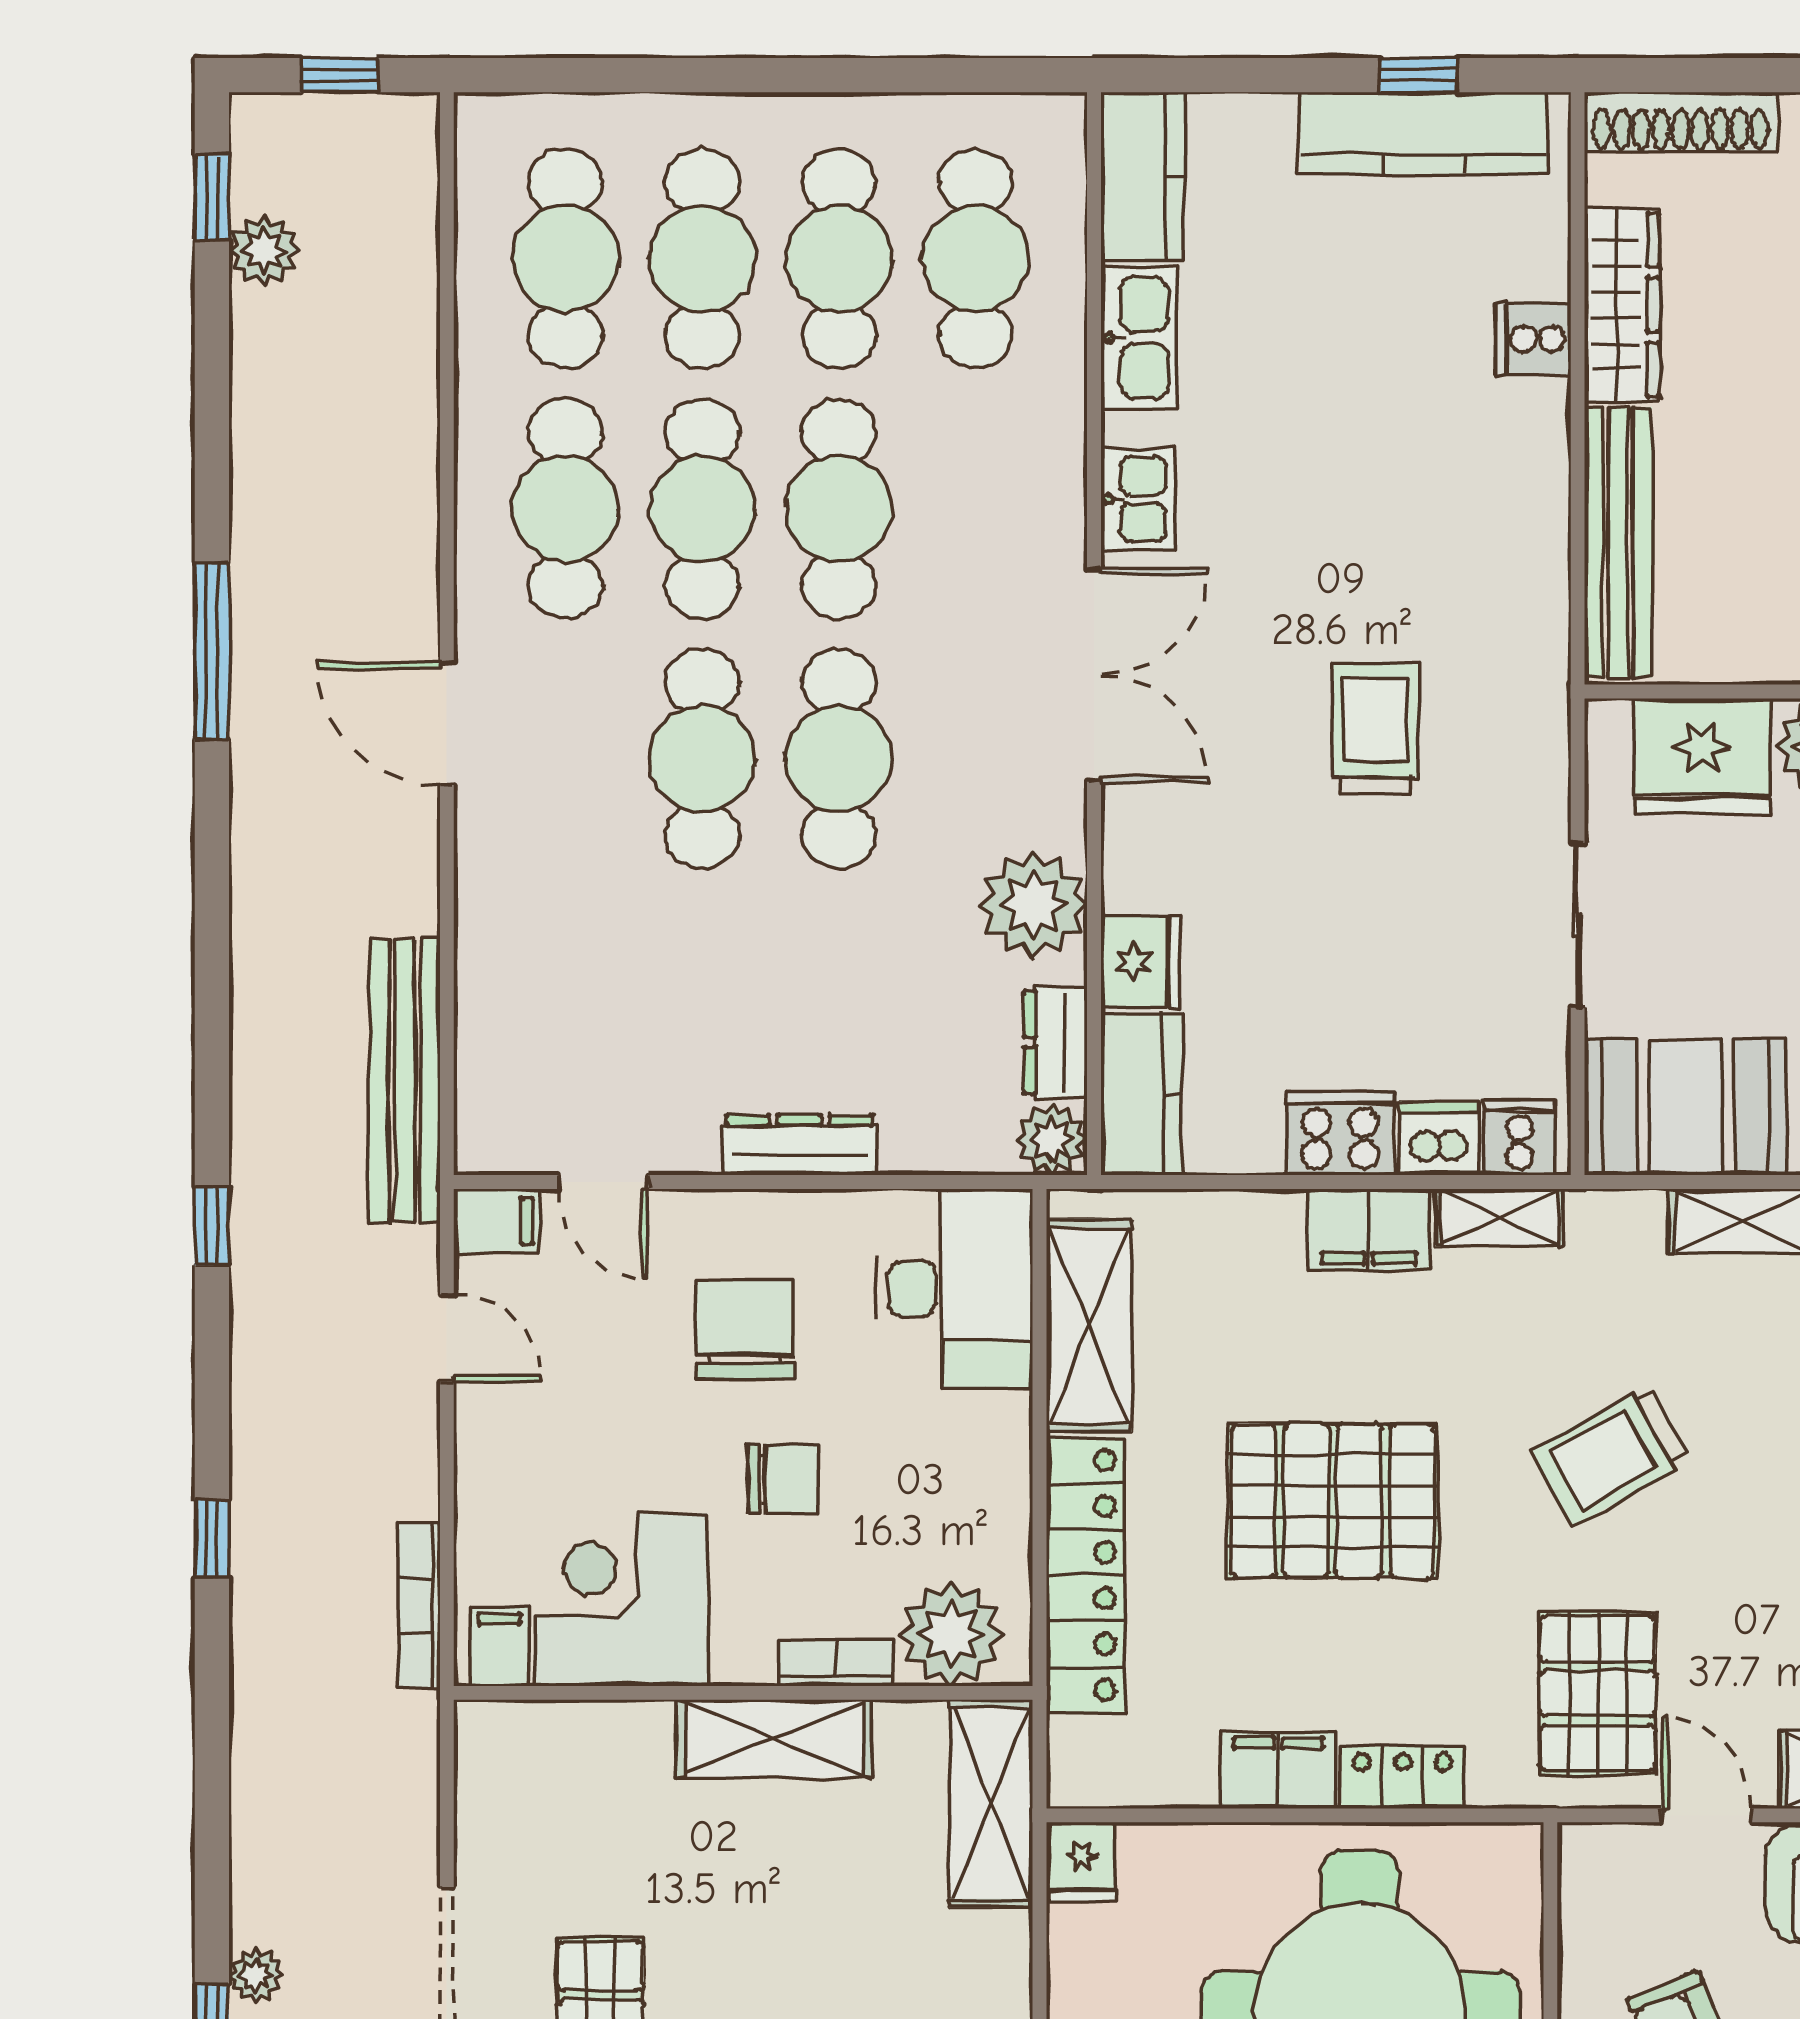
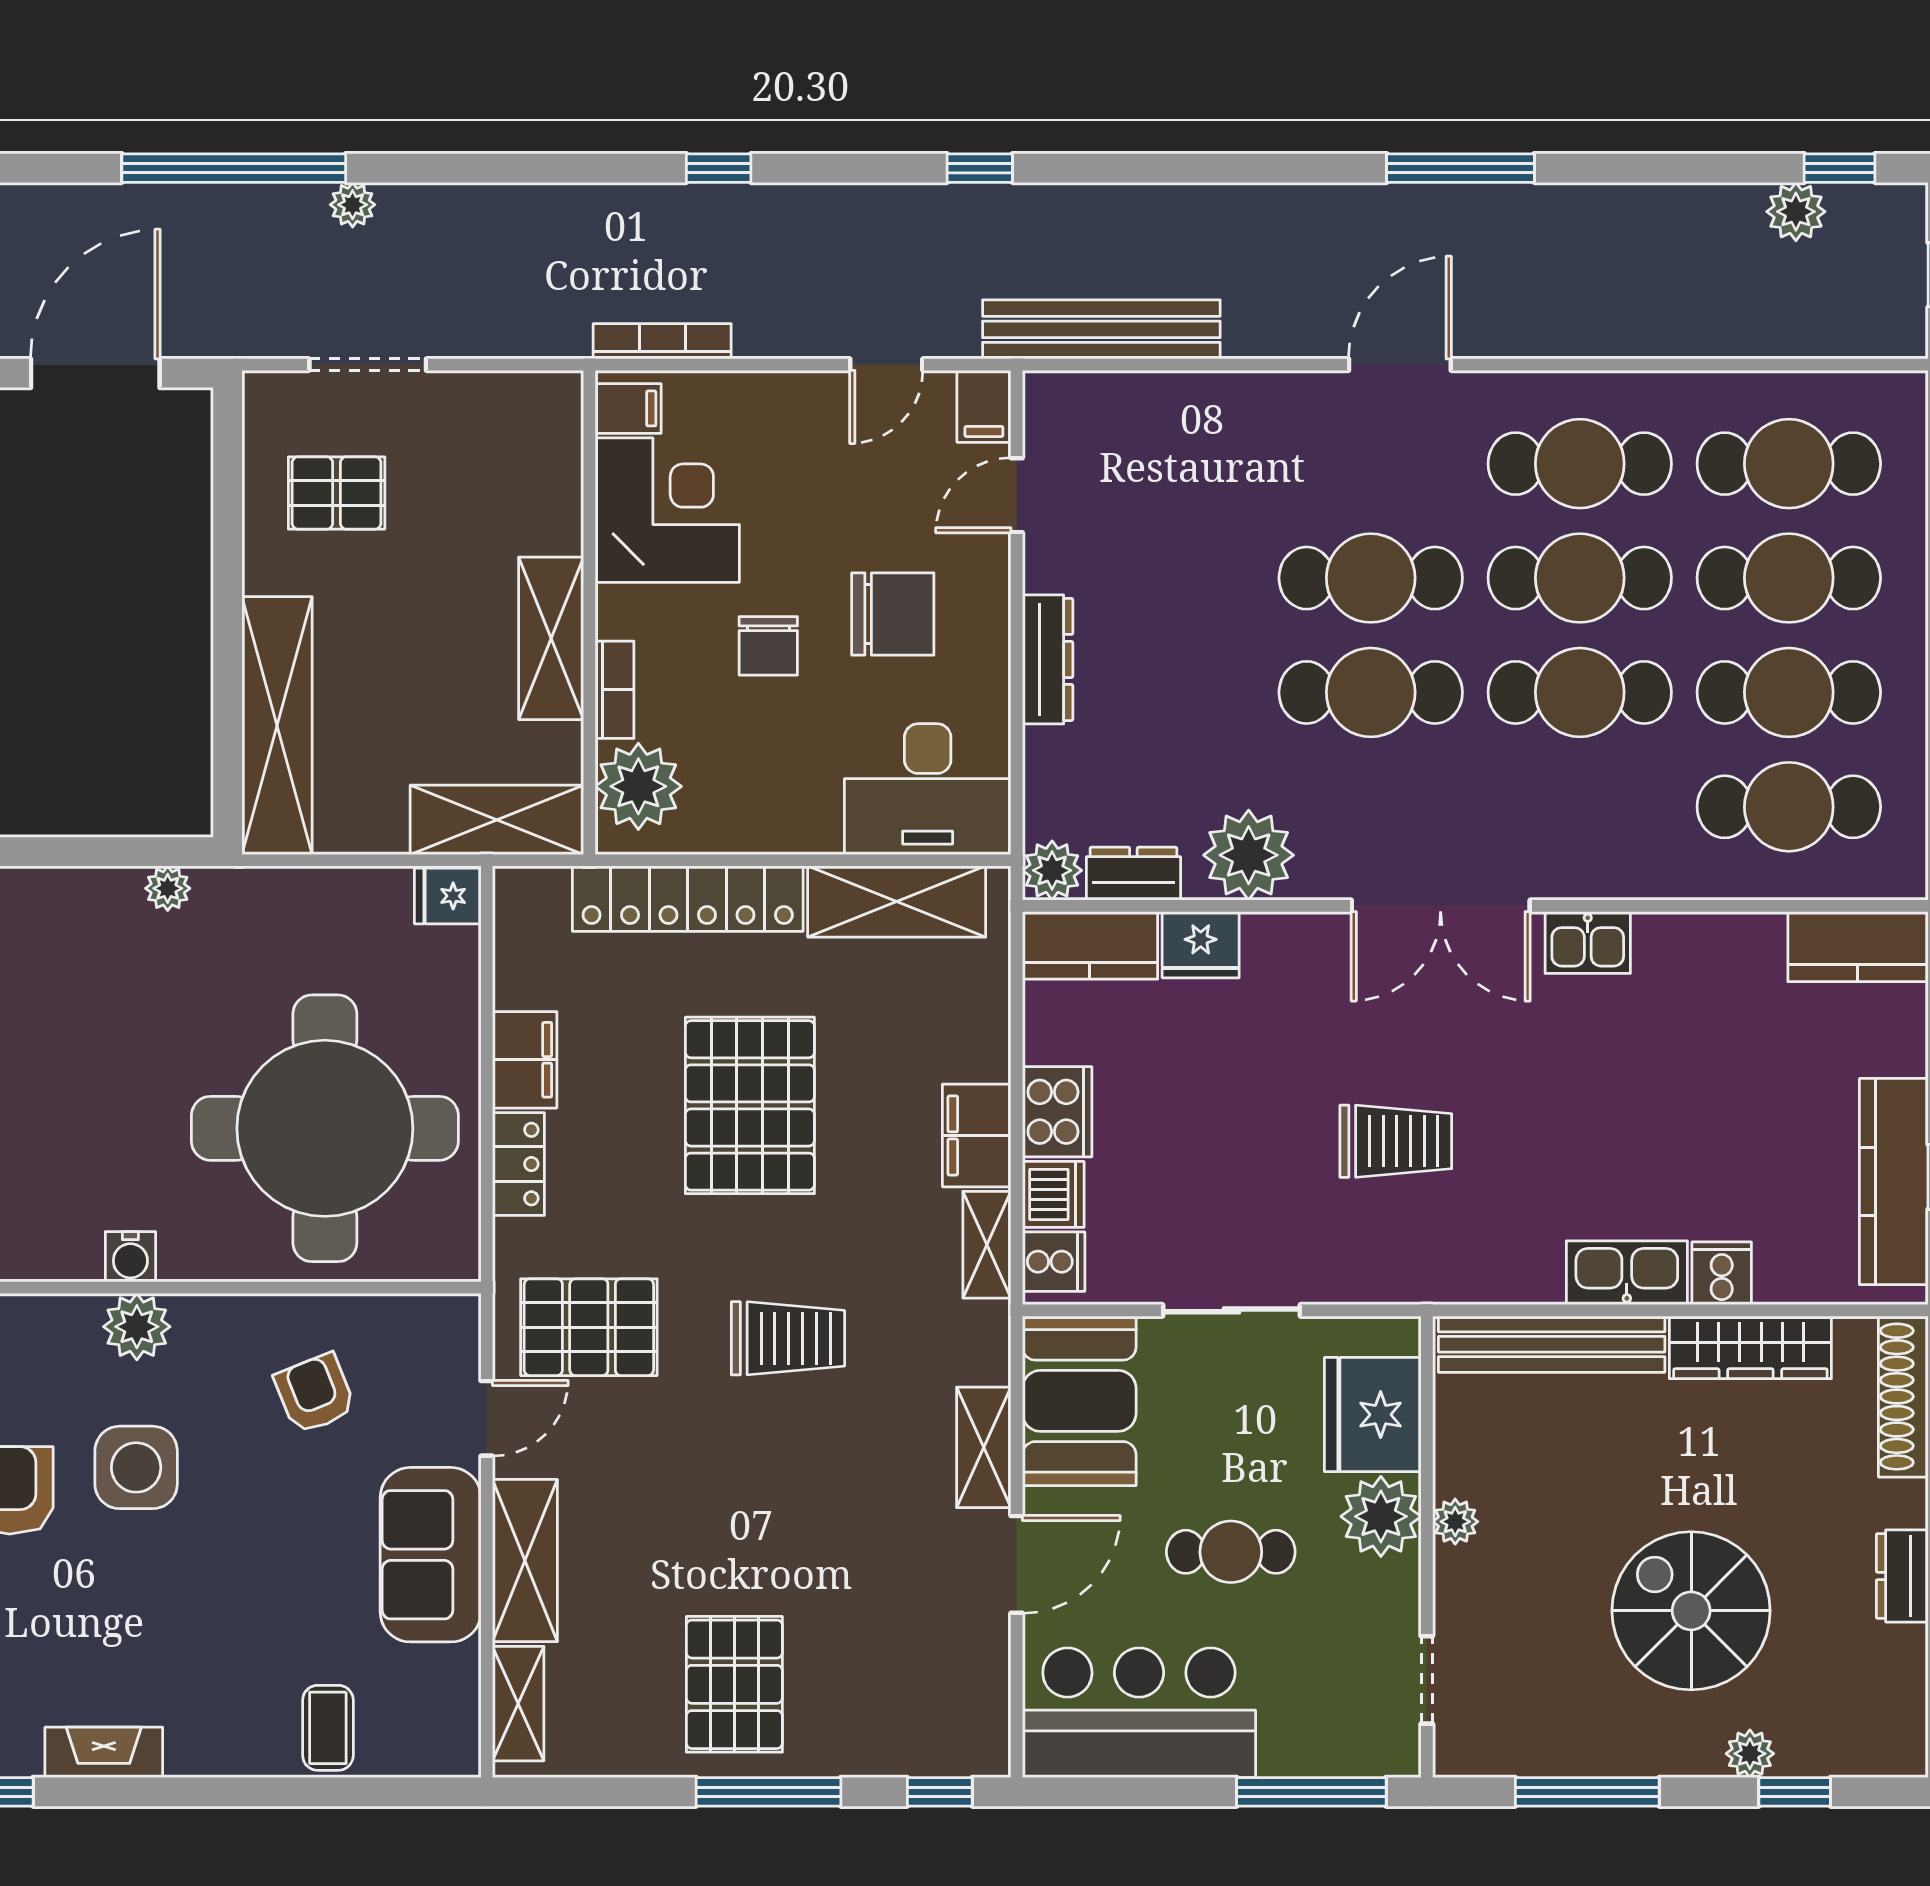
kitchen sink: (1139, 338) -> (1627, 1273), moved, turned 180
trolley: (1611, 1455) -> (788, 1338), turned 119

